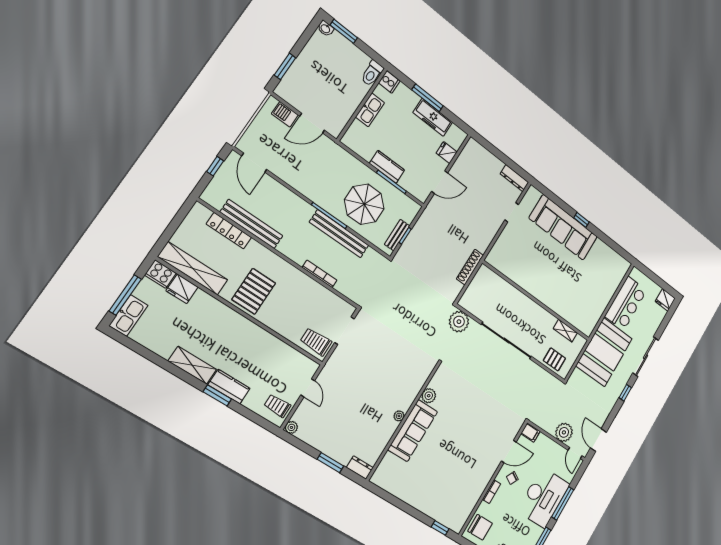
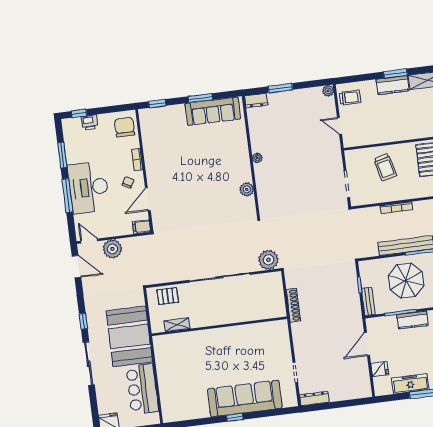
bench: (397, 235) -> (368, 301), moved
trolley: (316, 342) -> (385, 167), moved, turned 76
sofa: (413, 431) -> (213, 111), moved, turned -90
window: (403, 506) -> (200, 98), added
chair: (480, 527) -> (125, 127), turned 90

